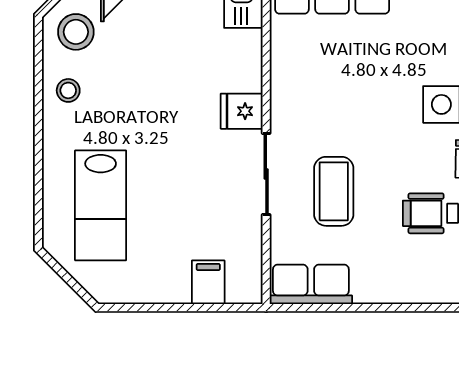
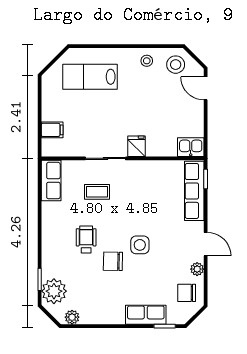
coffee table: (334, 191) -> (97, 192), width x0.73, depth x0.77

